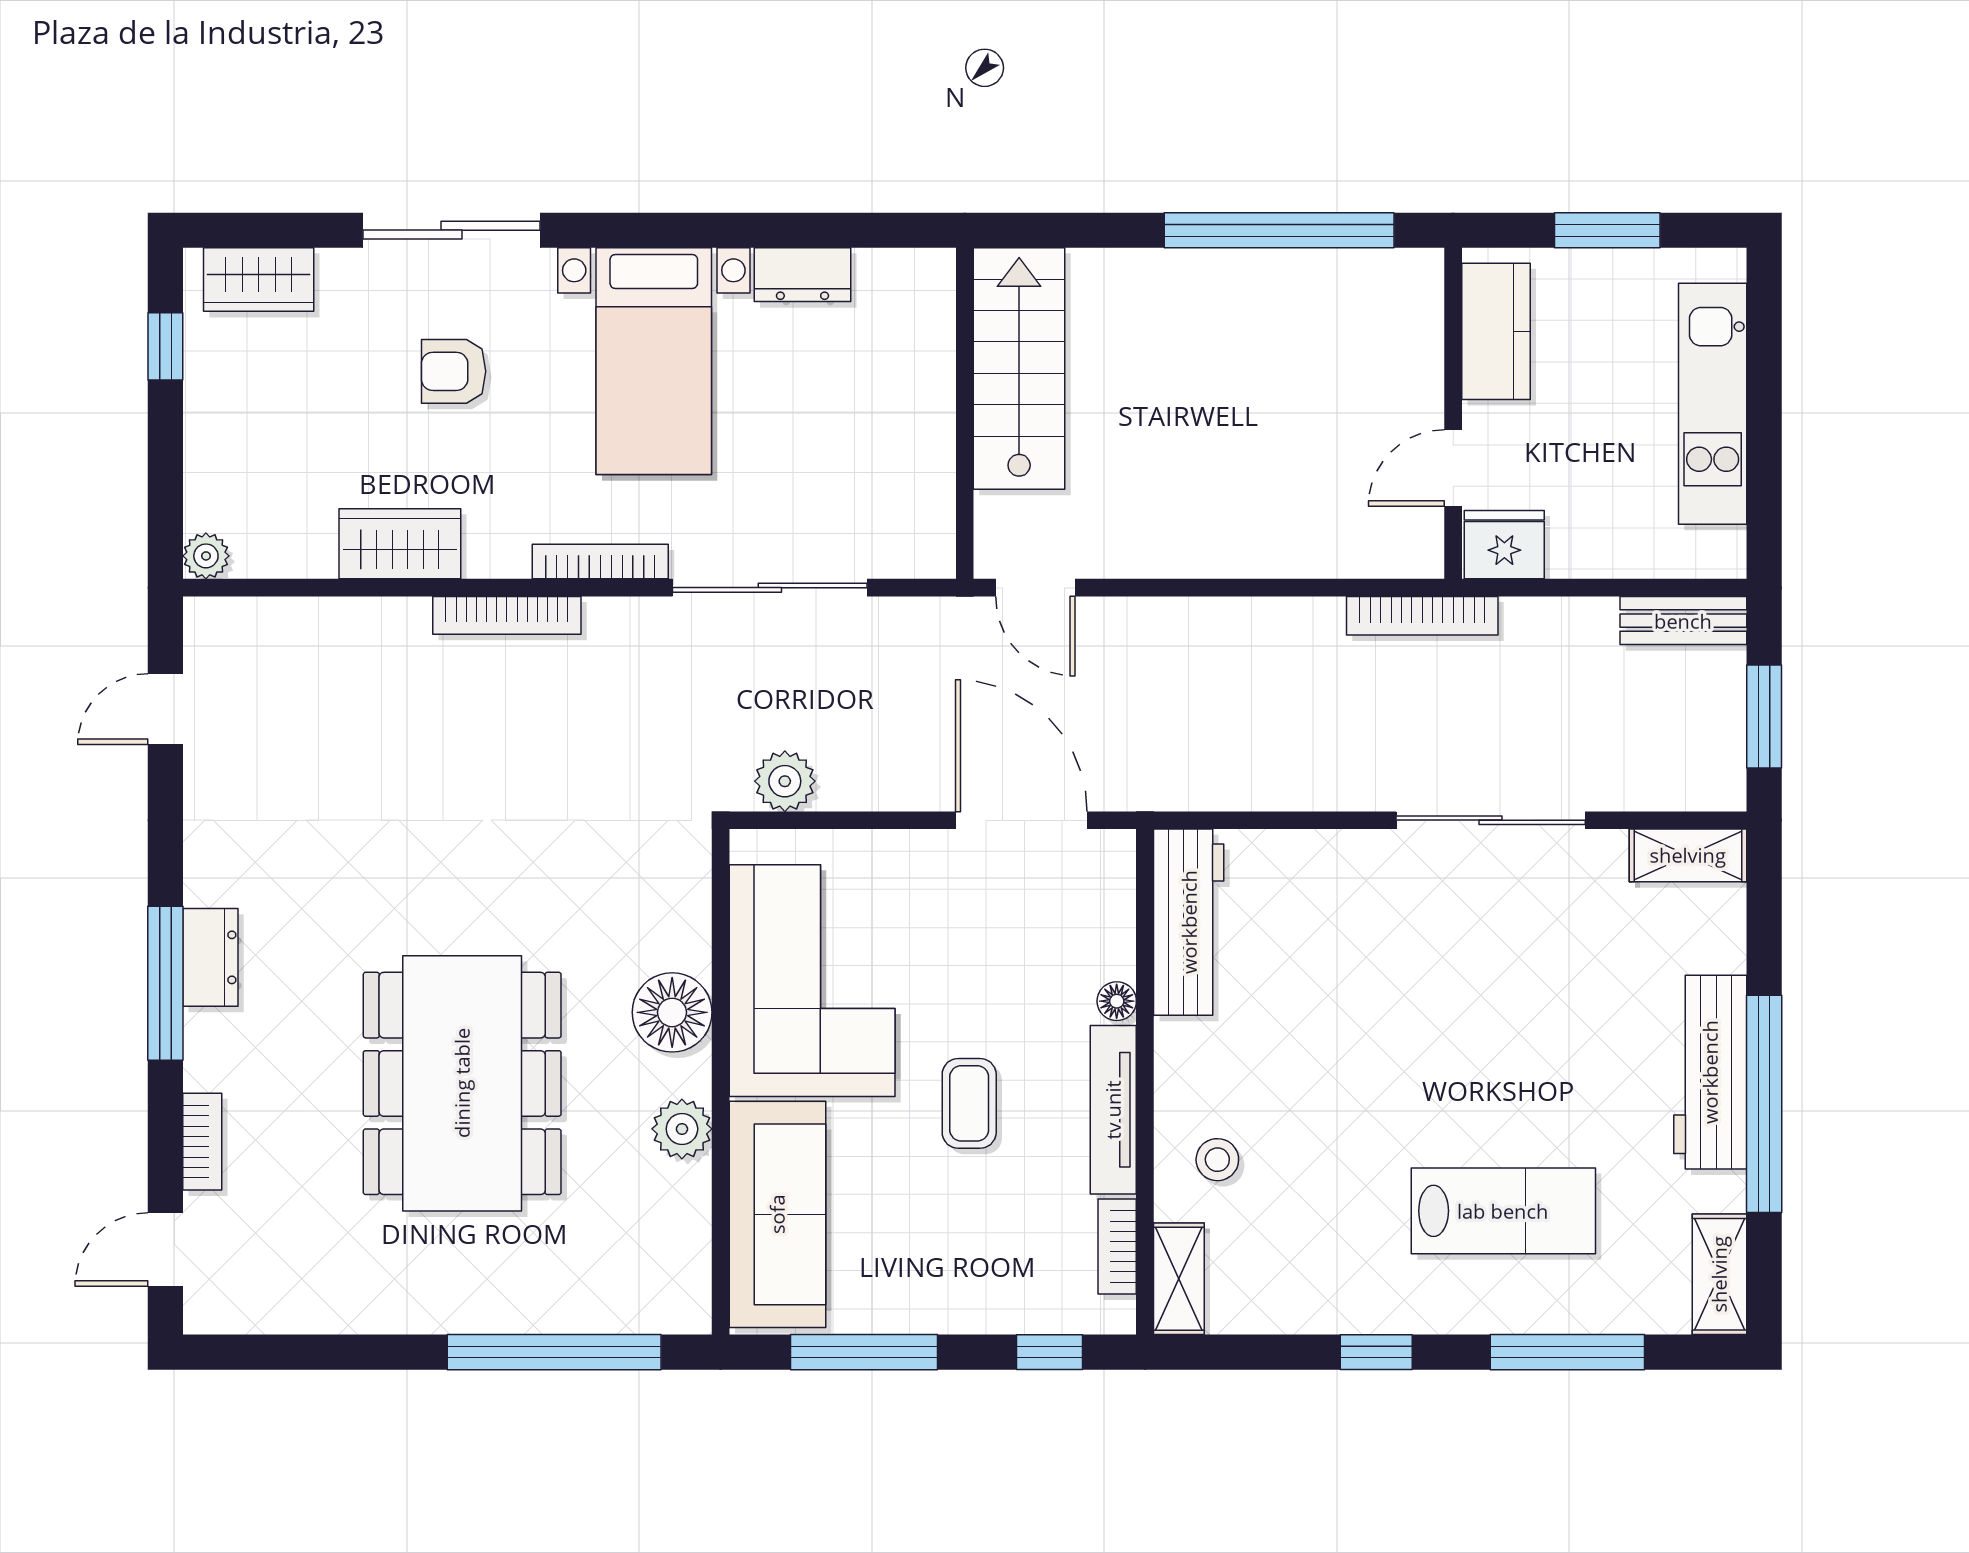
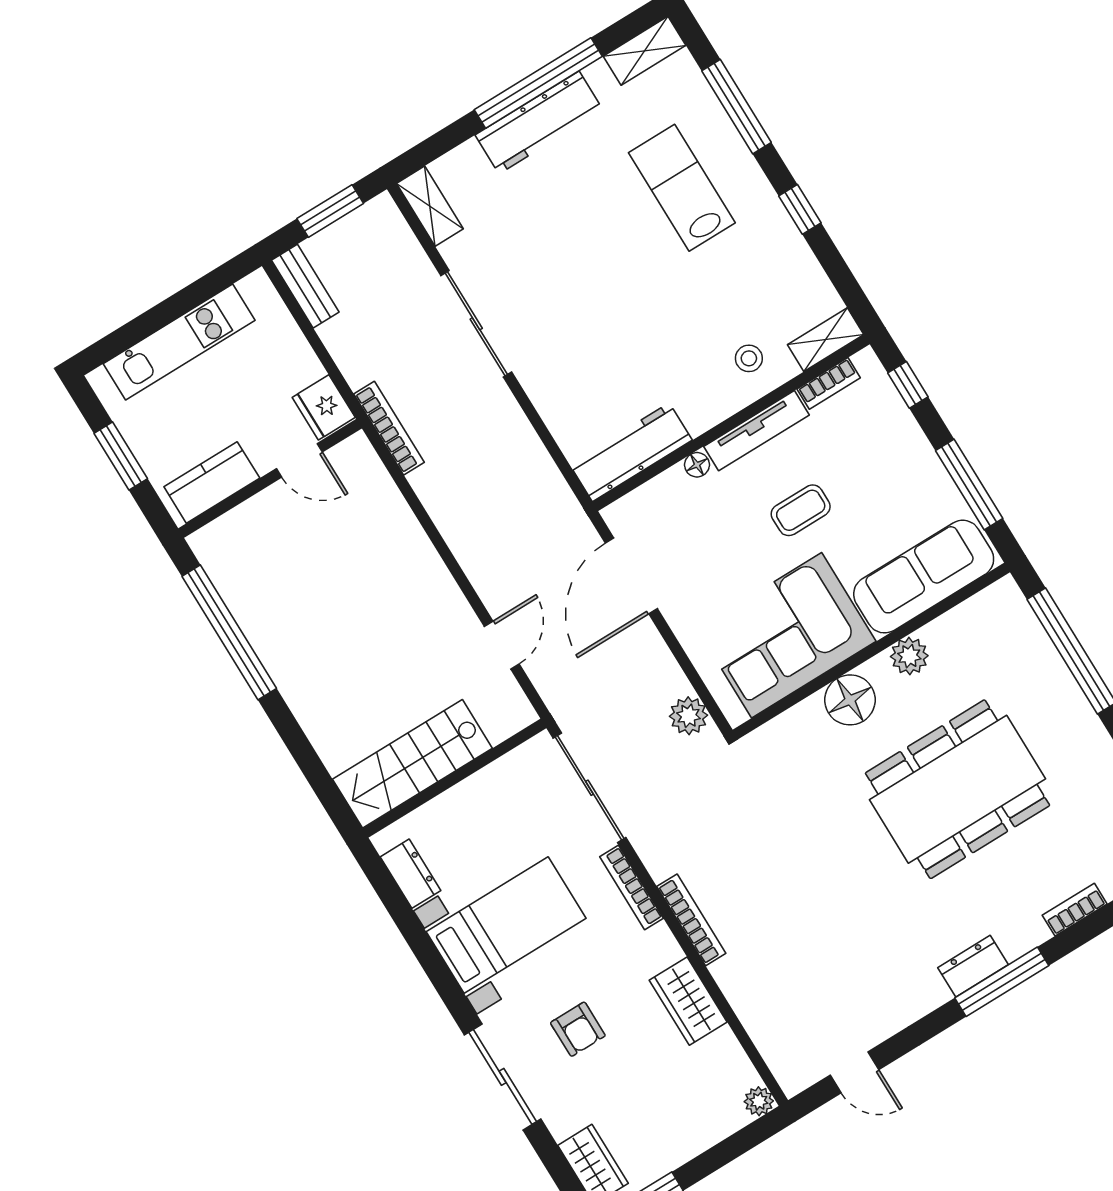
stairs: (1019, 369) -> (412, 764), moved
wall: (965, 413) -> (454, 778), moved

